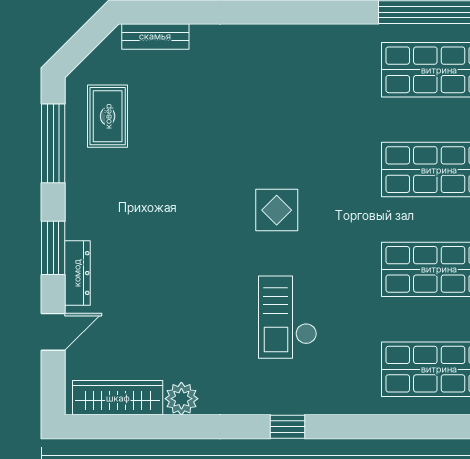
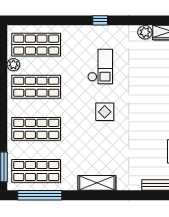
shelving: (295, 41) -> (97, 183), added

